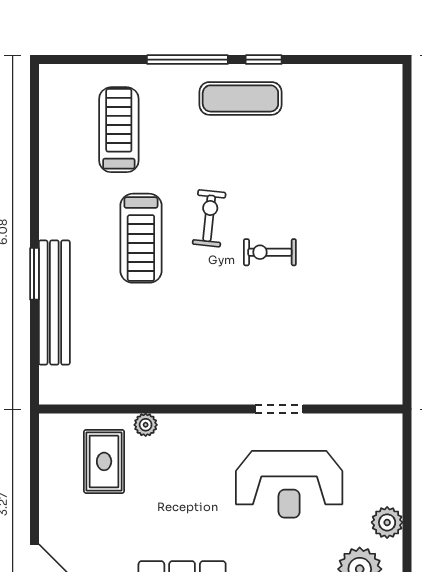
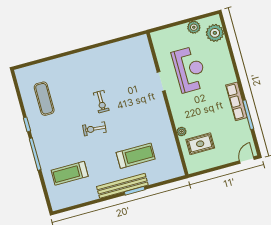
exercise mat: (240, 98) -> (44, 99), moved
treadmill: (141, 238) -> (136, 156), moved
bench: (54, 303) -> (122, 186), moved

